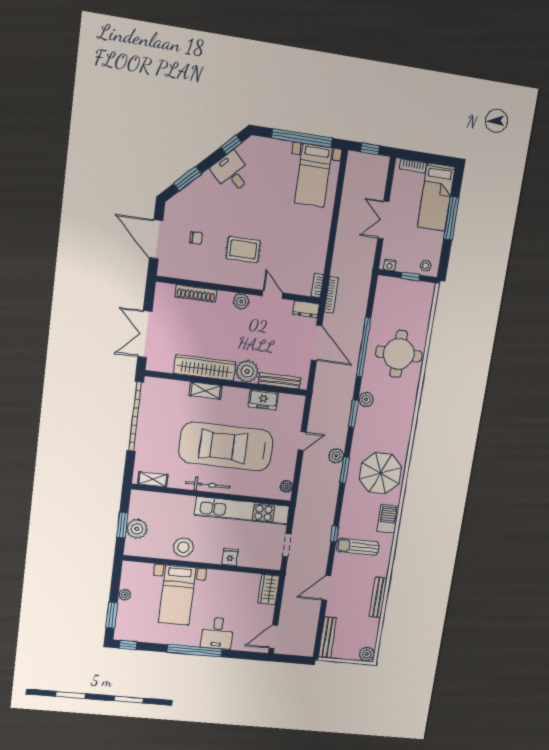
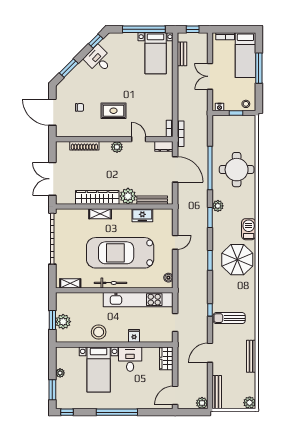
bench: (350, 182) -> (182, 54), added
plant: (336, 456) -> (202, 403), moved
barbecue: (388, 519) -> (249, 229), moved
desk: (217, 633) -> (130, 359), moved, turned 180

